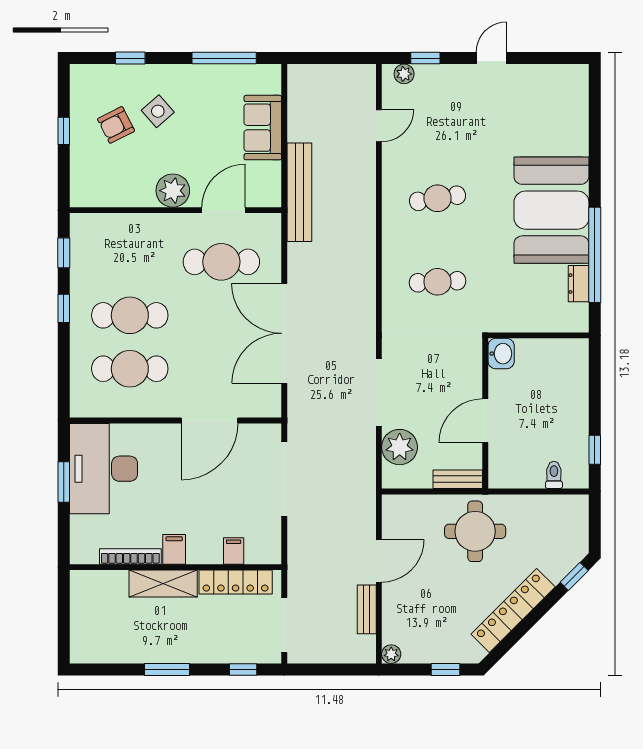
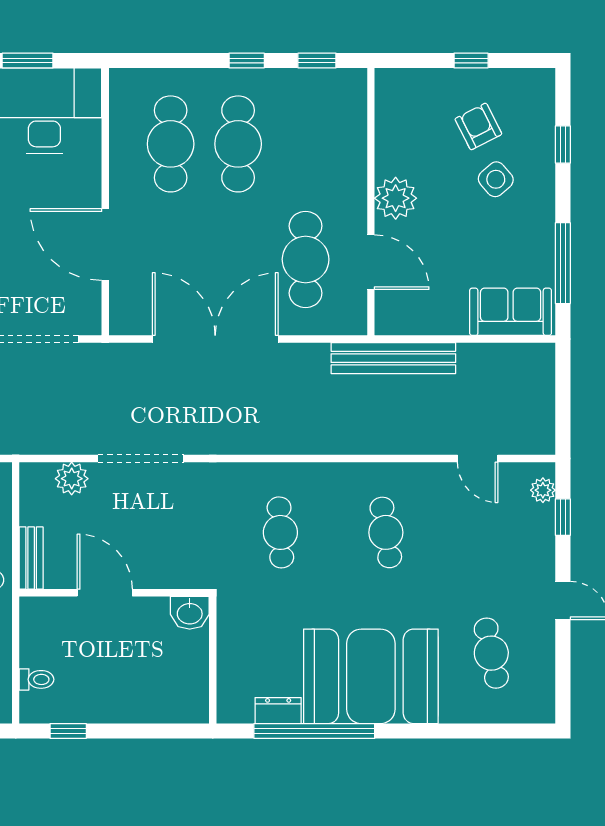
cafe table: (533, 115) -> (491, 653), added
sofa: (263, 128) -> (511, 312), moved
plant: (400, 447) -> (72, 479), width x0.73, depth x0.73

